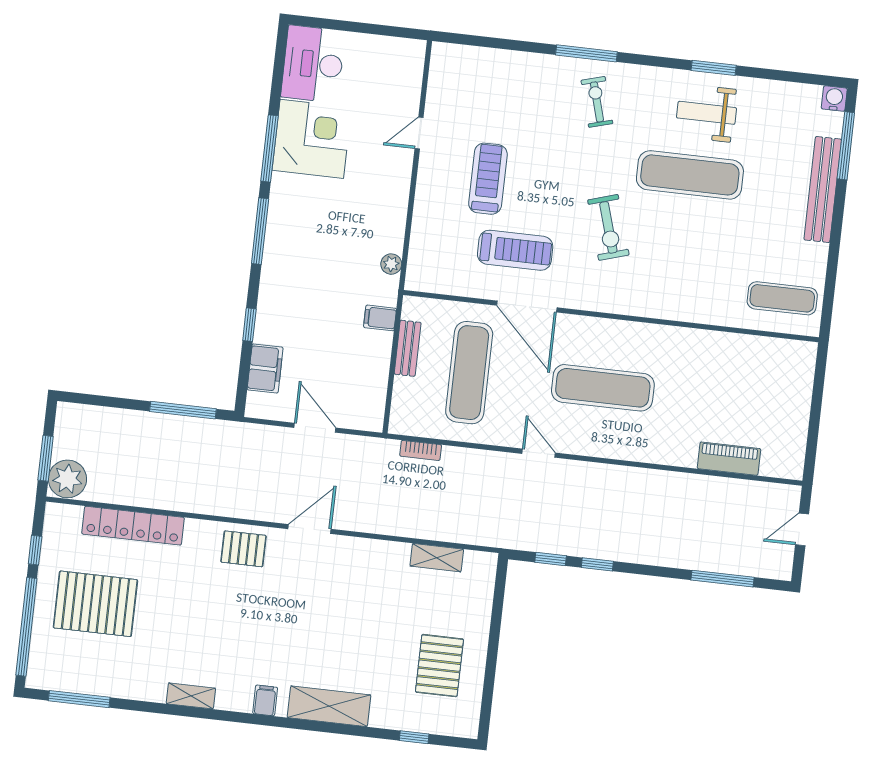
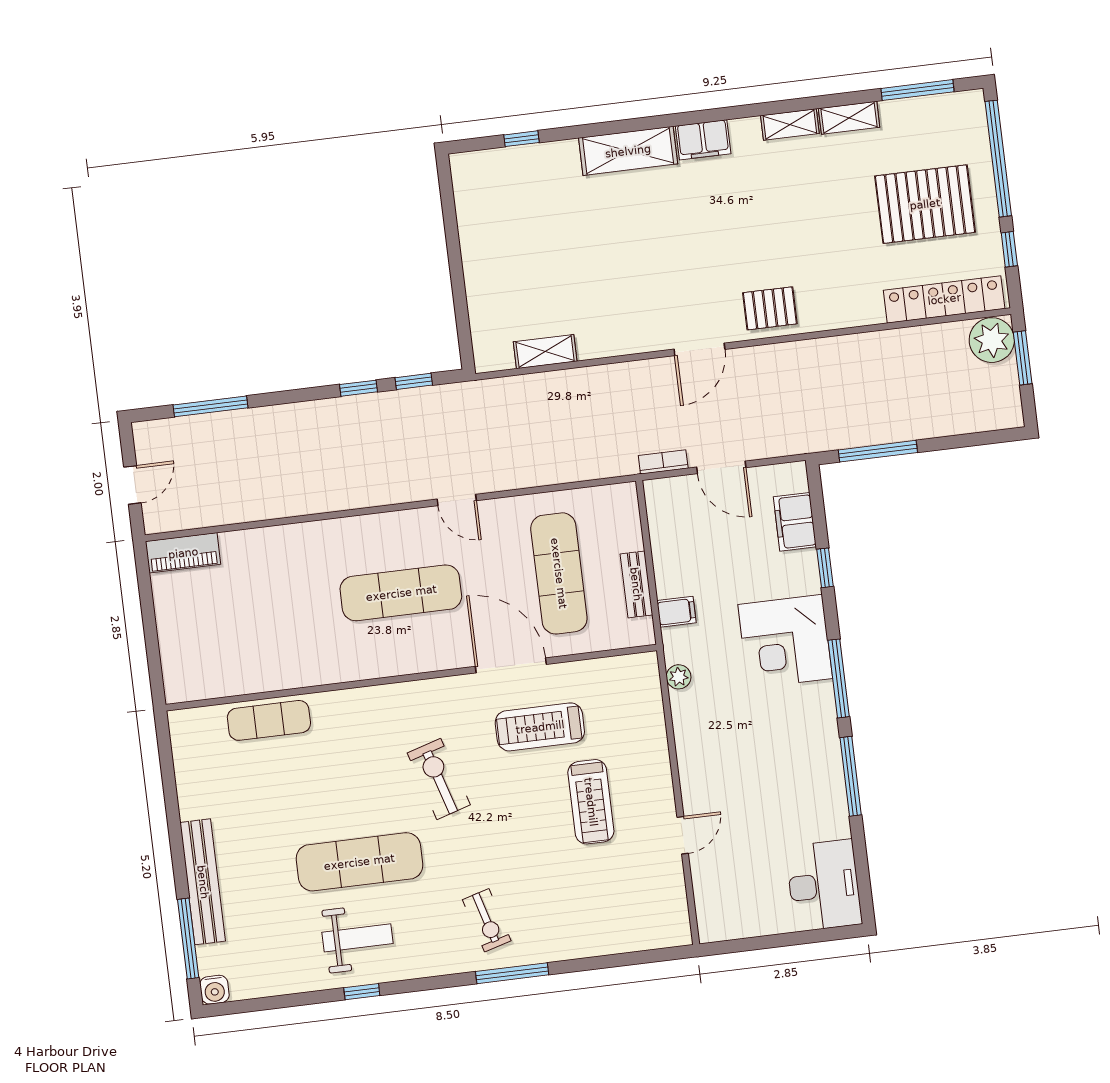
window: (714, 68) -> (362, 992), width x0.67
corner desk: (312, 139) -> (785, 642), moved
exercise mat: (782, 298) -> (269, 720), moved
bookcase: (421, 450) -> (663, 462), moved
piano: (729, 459) -> (183, 553), moved
locker: (133, 526) -> (944, 299), moved
pallet: (439, 666) -> (512, 228), removed
shelving: (141, 690) -> (849, 118), added
filing cabinet: (265, 700) -> (703, 140), width x2.00

